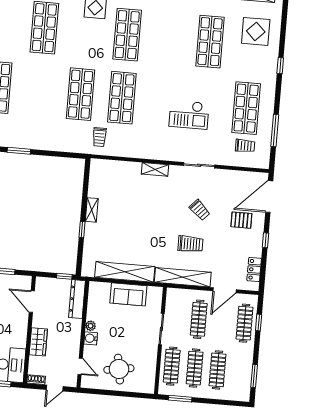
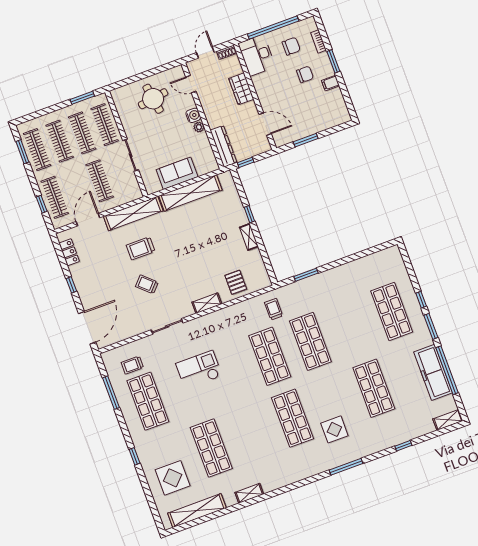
window: (19, 151) -> (306, 275), moved
pallet: (241, 220) -> (236, 282), moved, turned 90
clothes rail: (240, 372) -> (37, 150), added

